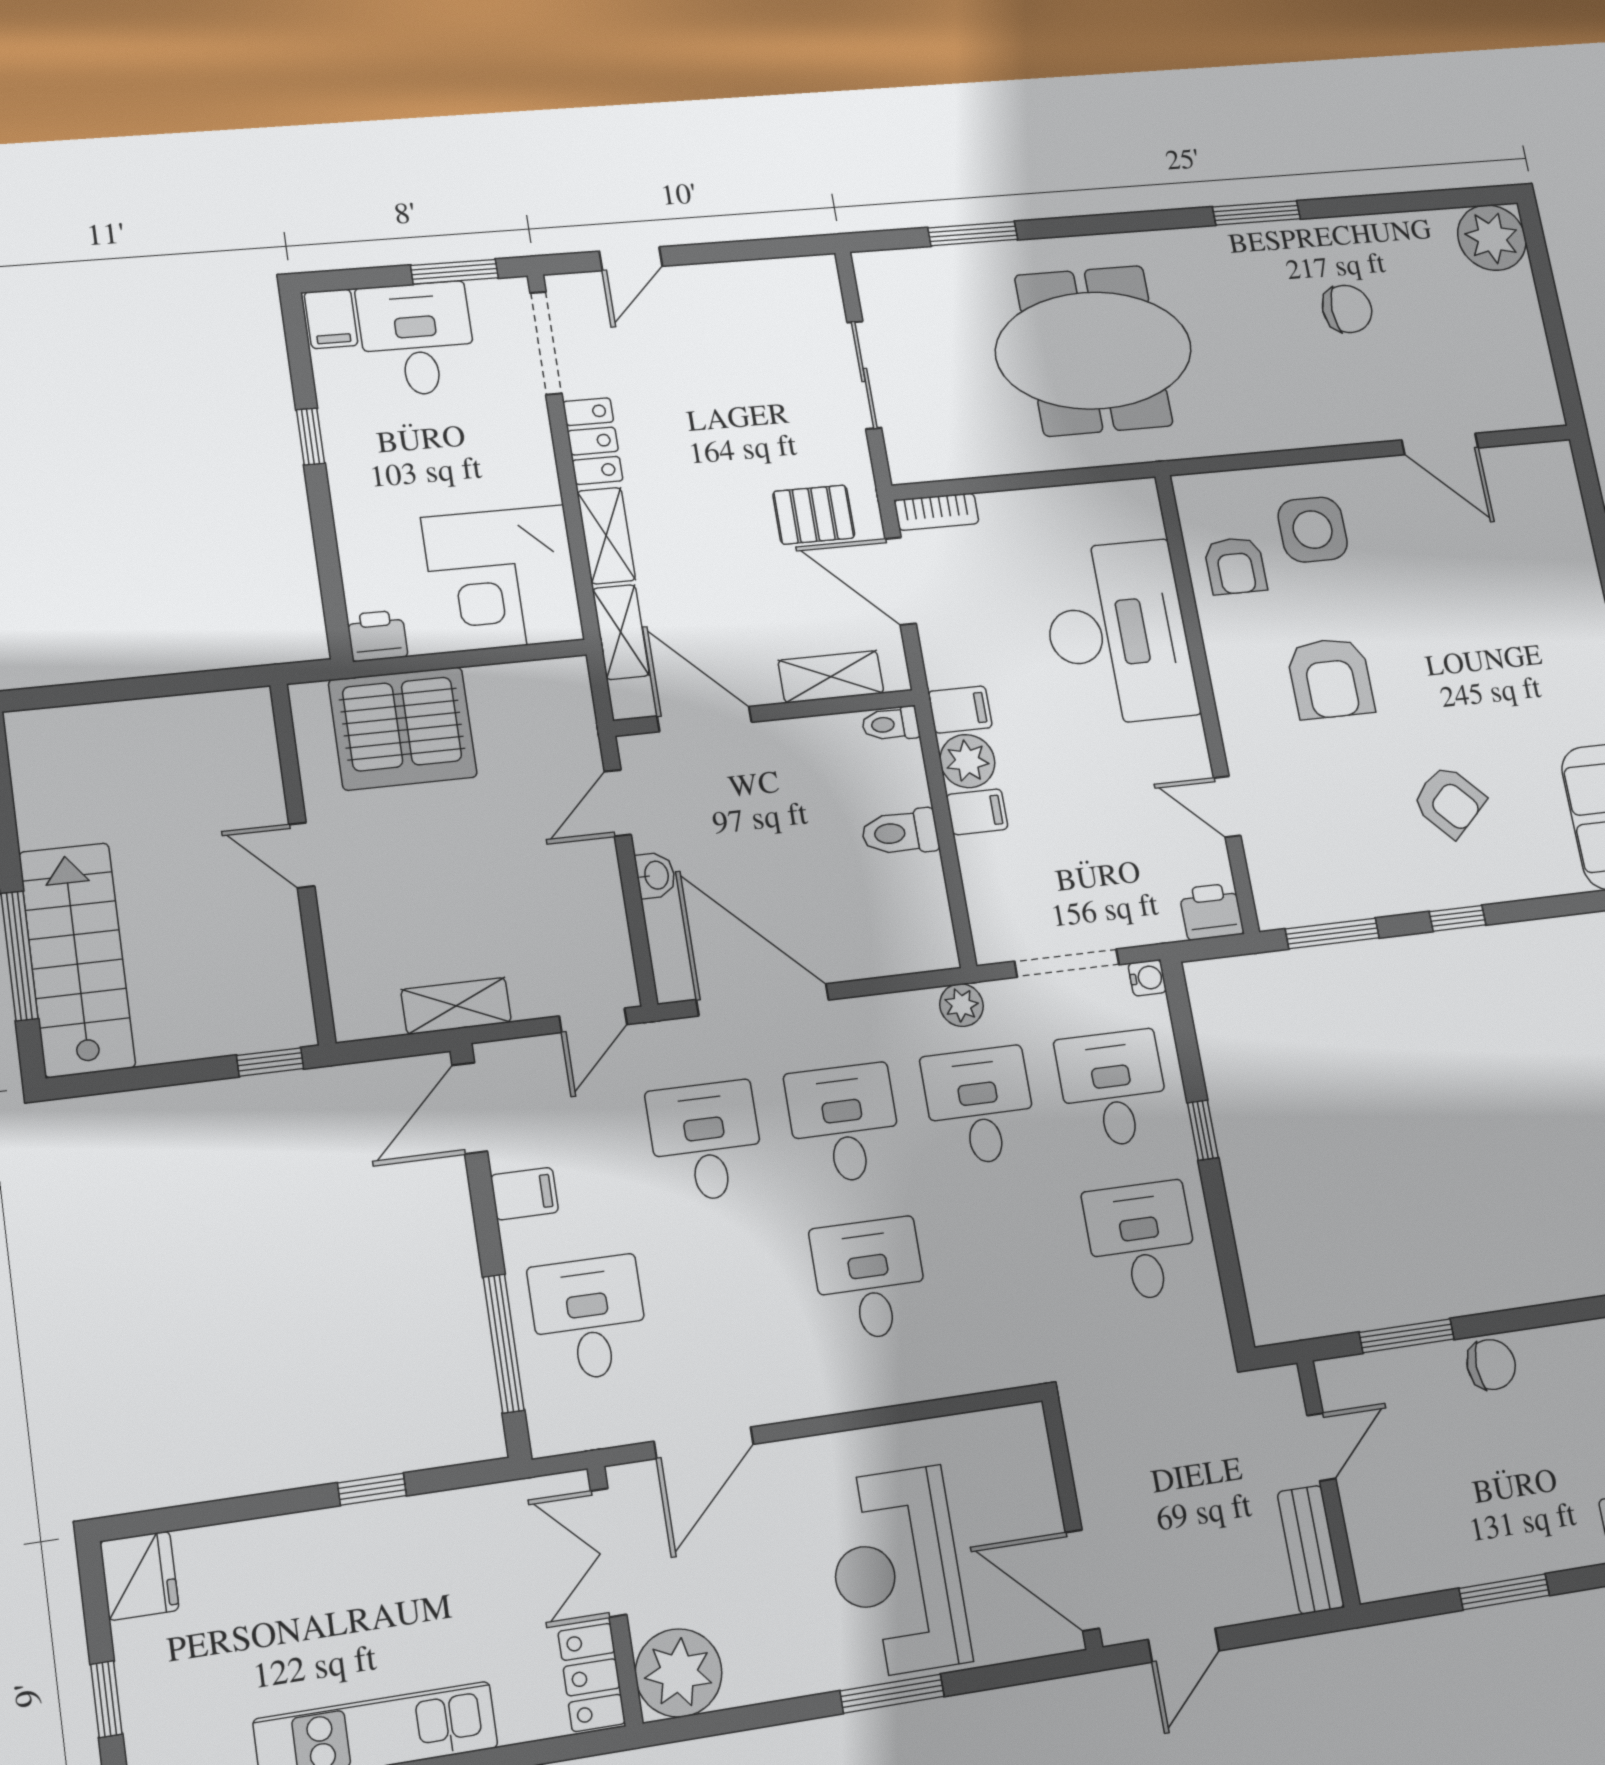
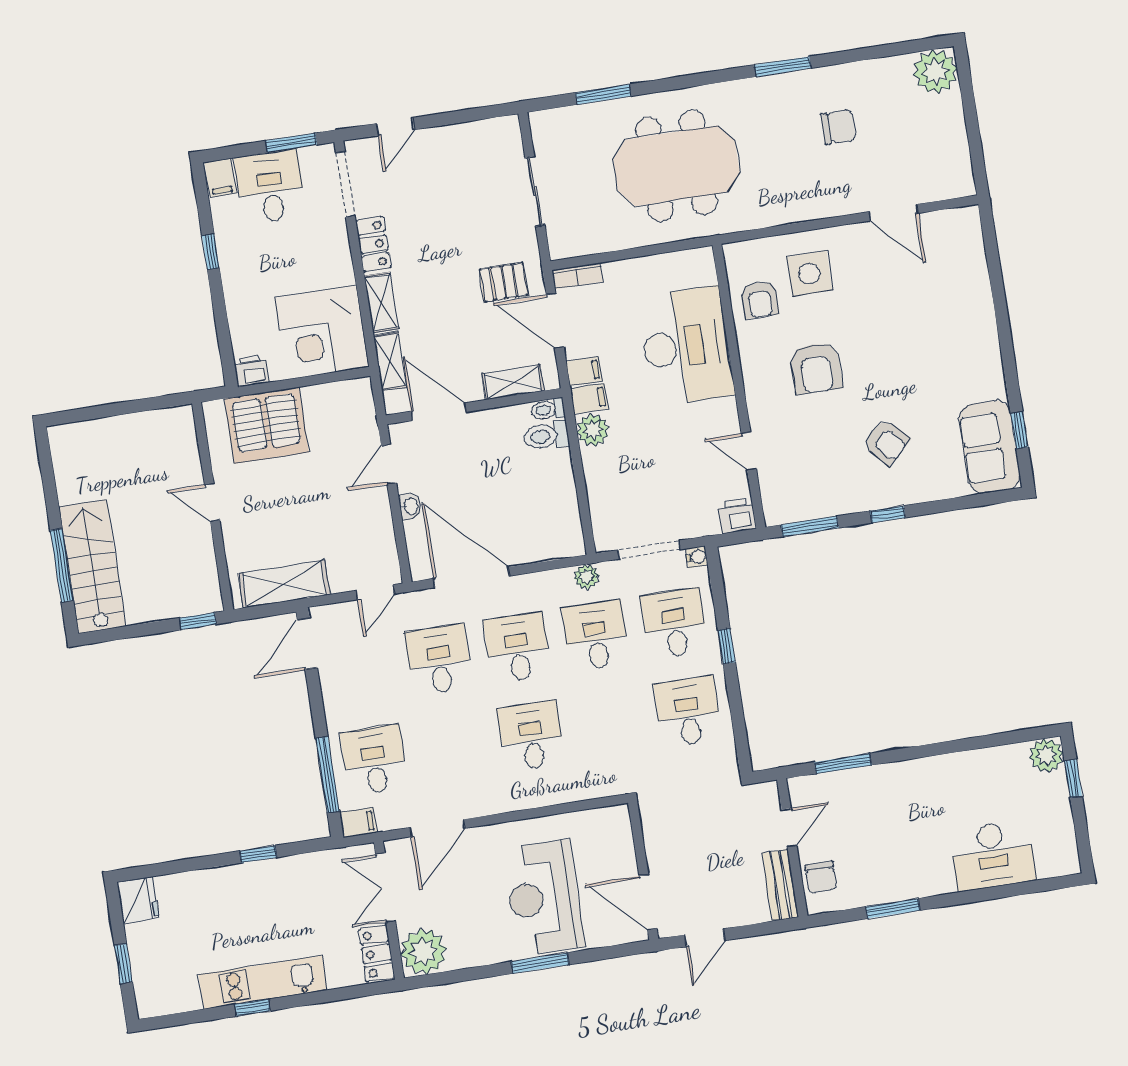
filing cabinet: (977, 812) -> (584, 371), moved
toilet: (900, 832) -> (546, 436), moved
shelving: (456, 1006) -> (284, 584), width x1.50, depth x1.33
filing cabinet: (524, 1194) -> (358, 823), moved
chair: (1491, 1365) -> (821, 877), moved, turned 90

